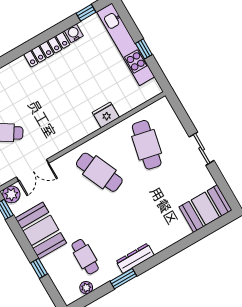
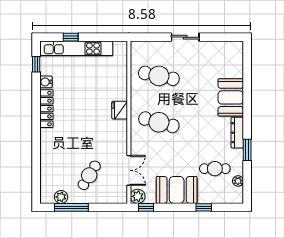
window: (144, 49) -> (71, 37), moved
fridge: (106, 115) -> (120, 110), moved
cafe table: (99, 172) -> (159, 122), turned 39
booth: (205, 209) -> (231, 97), moved

